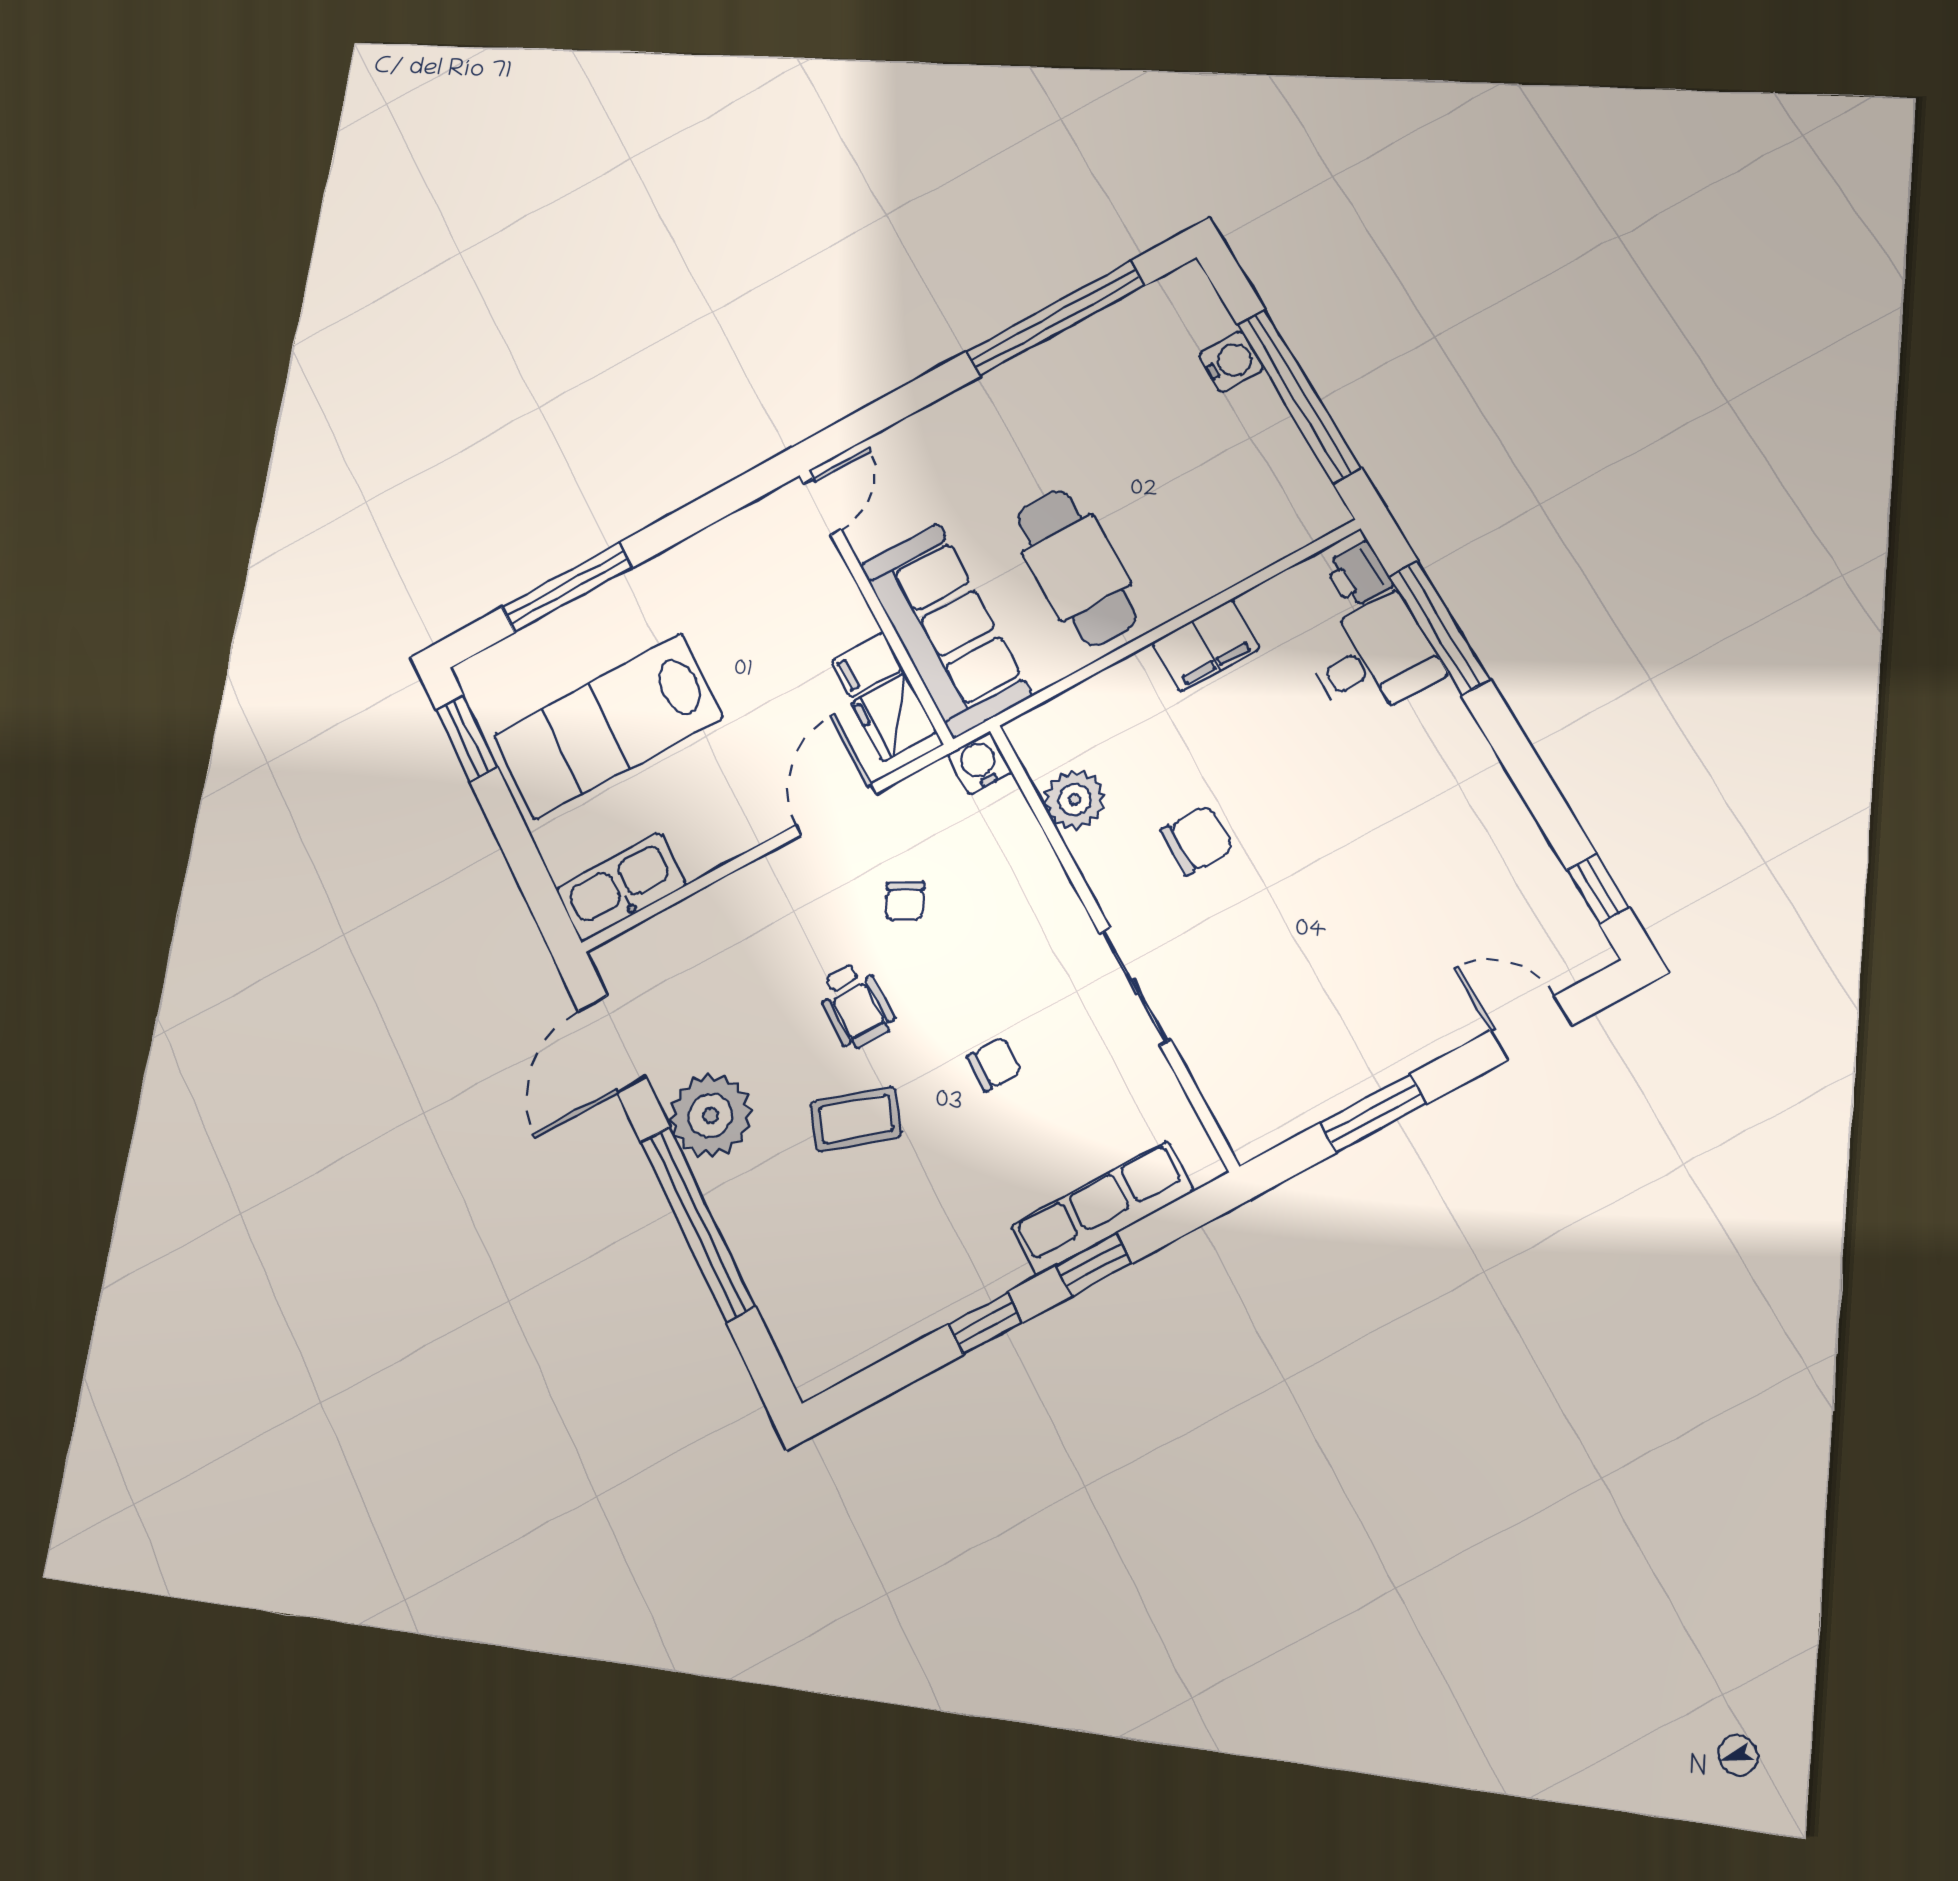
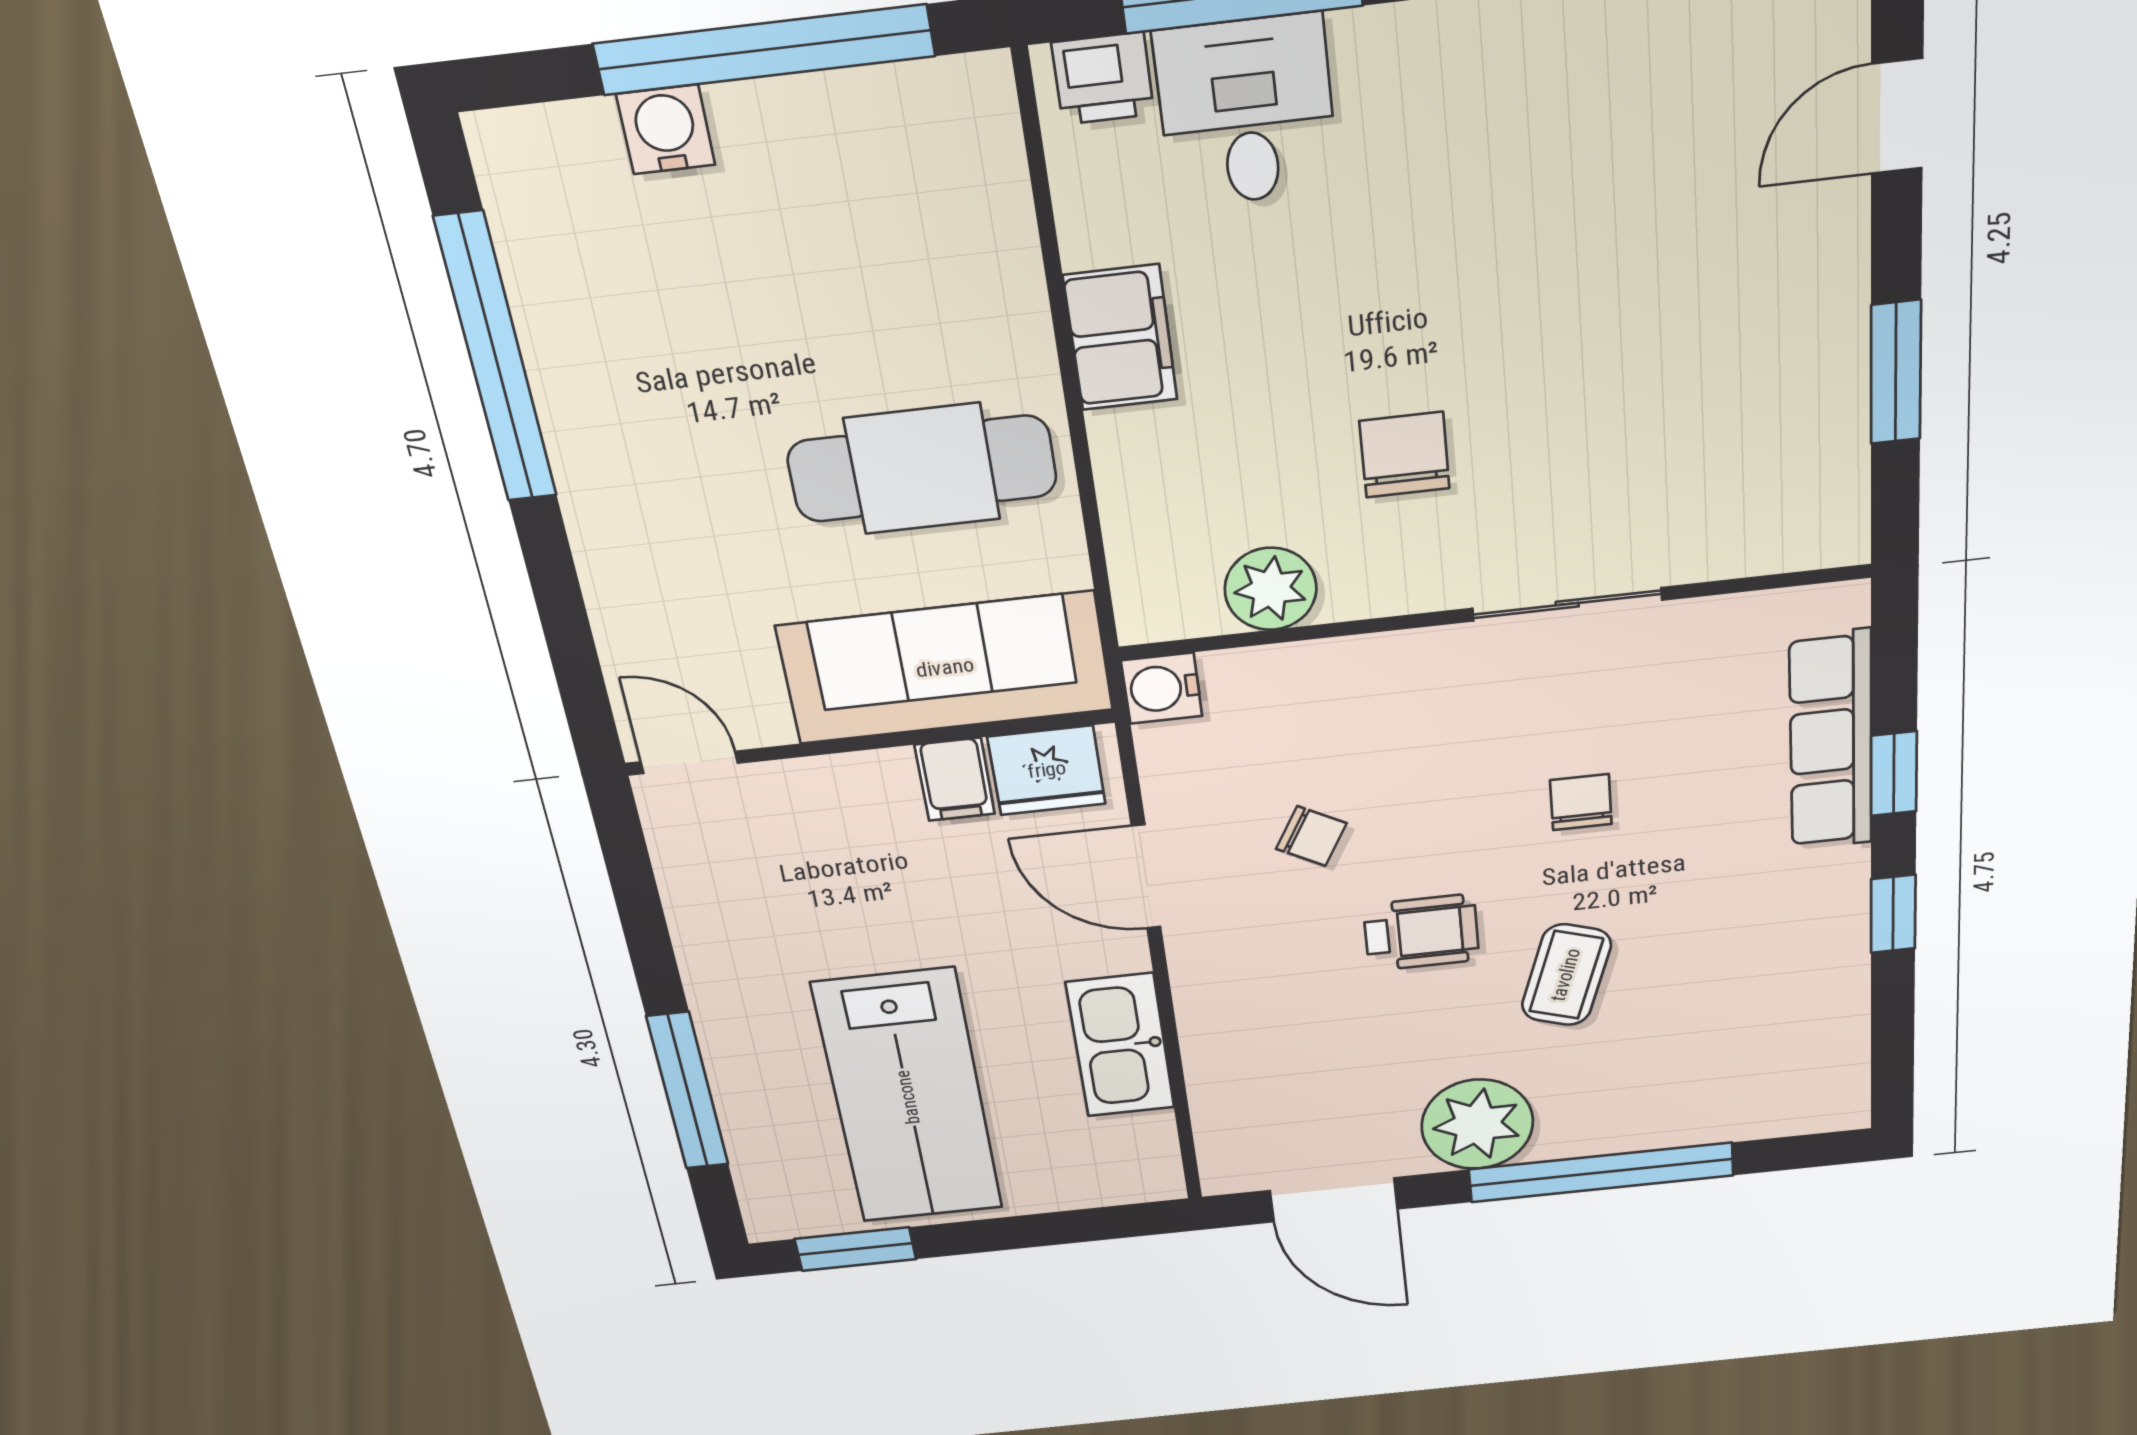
kitchen sink: (621, 887) -> (1120, 1045), moved

